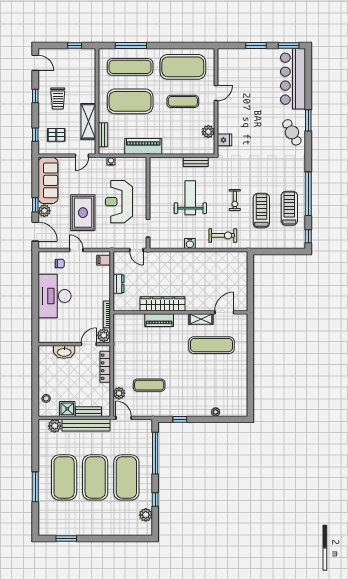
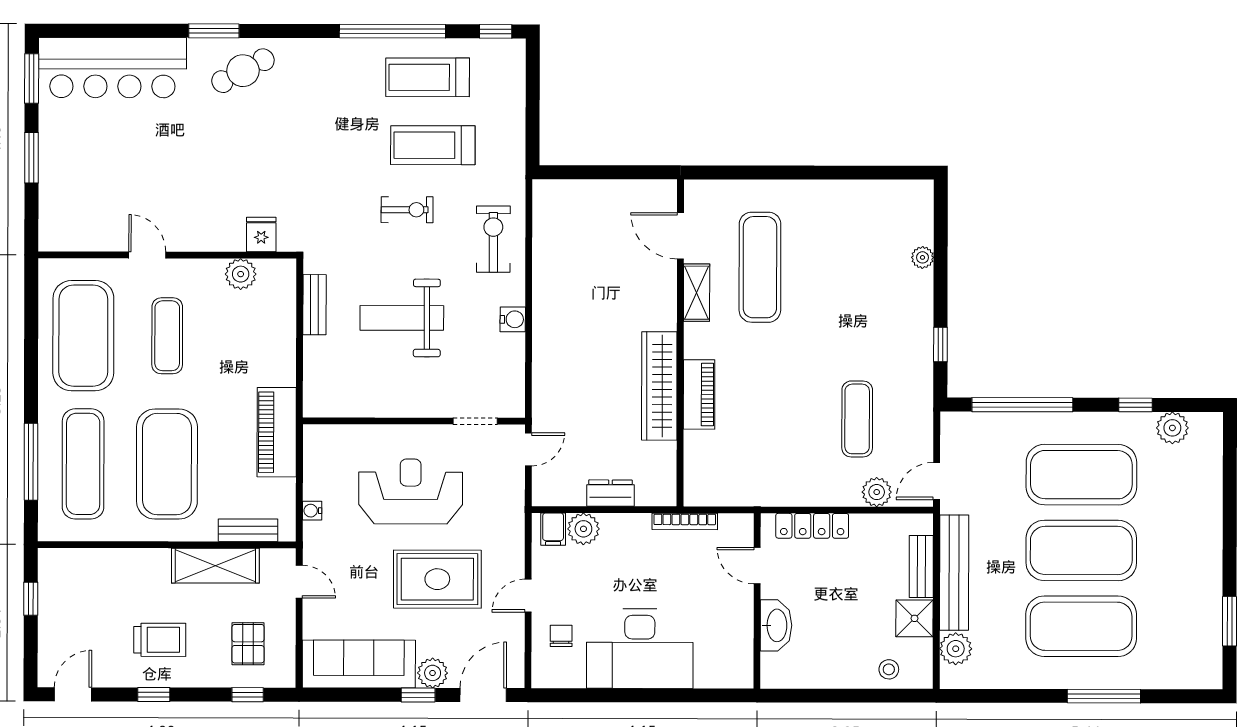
reception desk: (119, 202) -> (411, 491), turned 180
plant: (104, 335) -> (583, 529), moved

